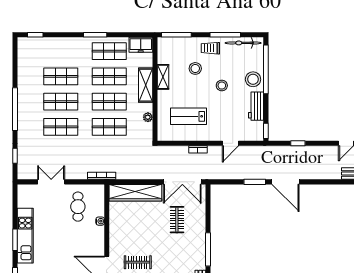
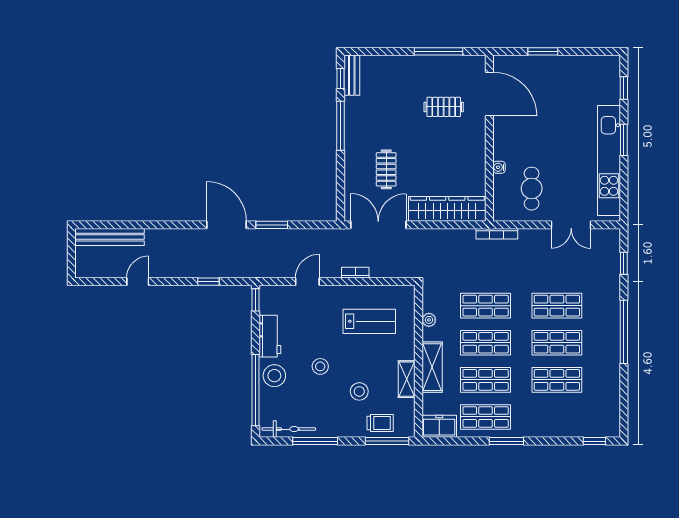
trolley: (210, 48) -> (380, 423), moved
kitchen unit: (25, 236) -> (609, 160), width x1.36

